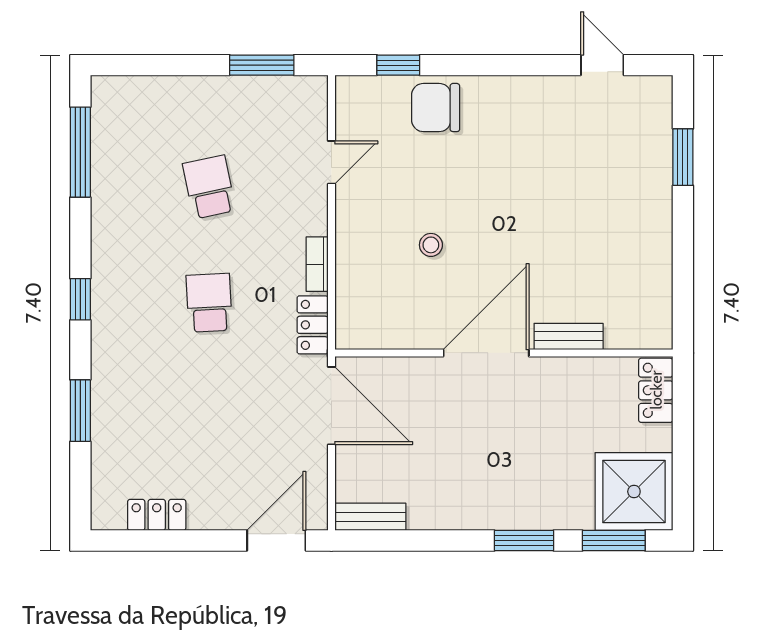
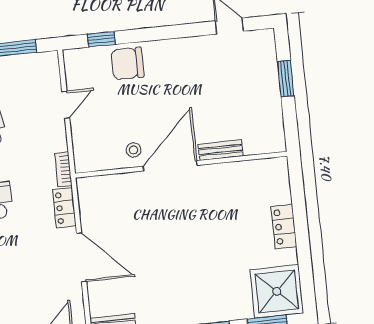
bench: (569, 336) -> (221, 150), moved
door: (486, 353) -> (170, 166), moved
wall: (504, 353) -> (181, 165), moved

